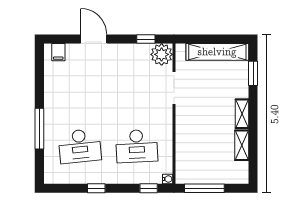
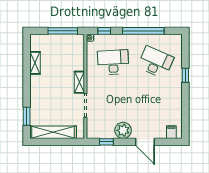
plant: (162, 54) -> (123, 130), moved
shelving: (242, 114) -> (79, 82), moved
window: (39, 129) -> (185, 75), width x0.46
desk: (80, 146) -> (155, 62), turned 30
window: (96, 188) -> (143, 31), width x3.17

